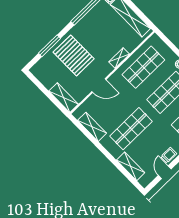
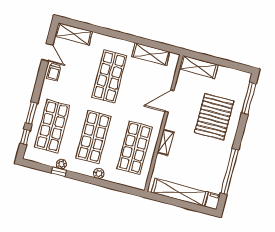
window: (49, 46) -> (249, 98), moved
pallet: (74, 55) -> (214, 117), turned 90
shelving: (131, 166) -> (74, 34), moved

